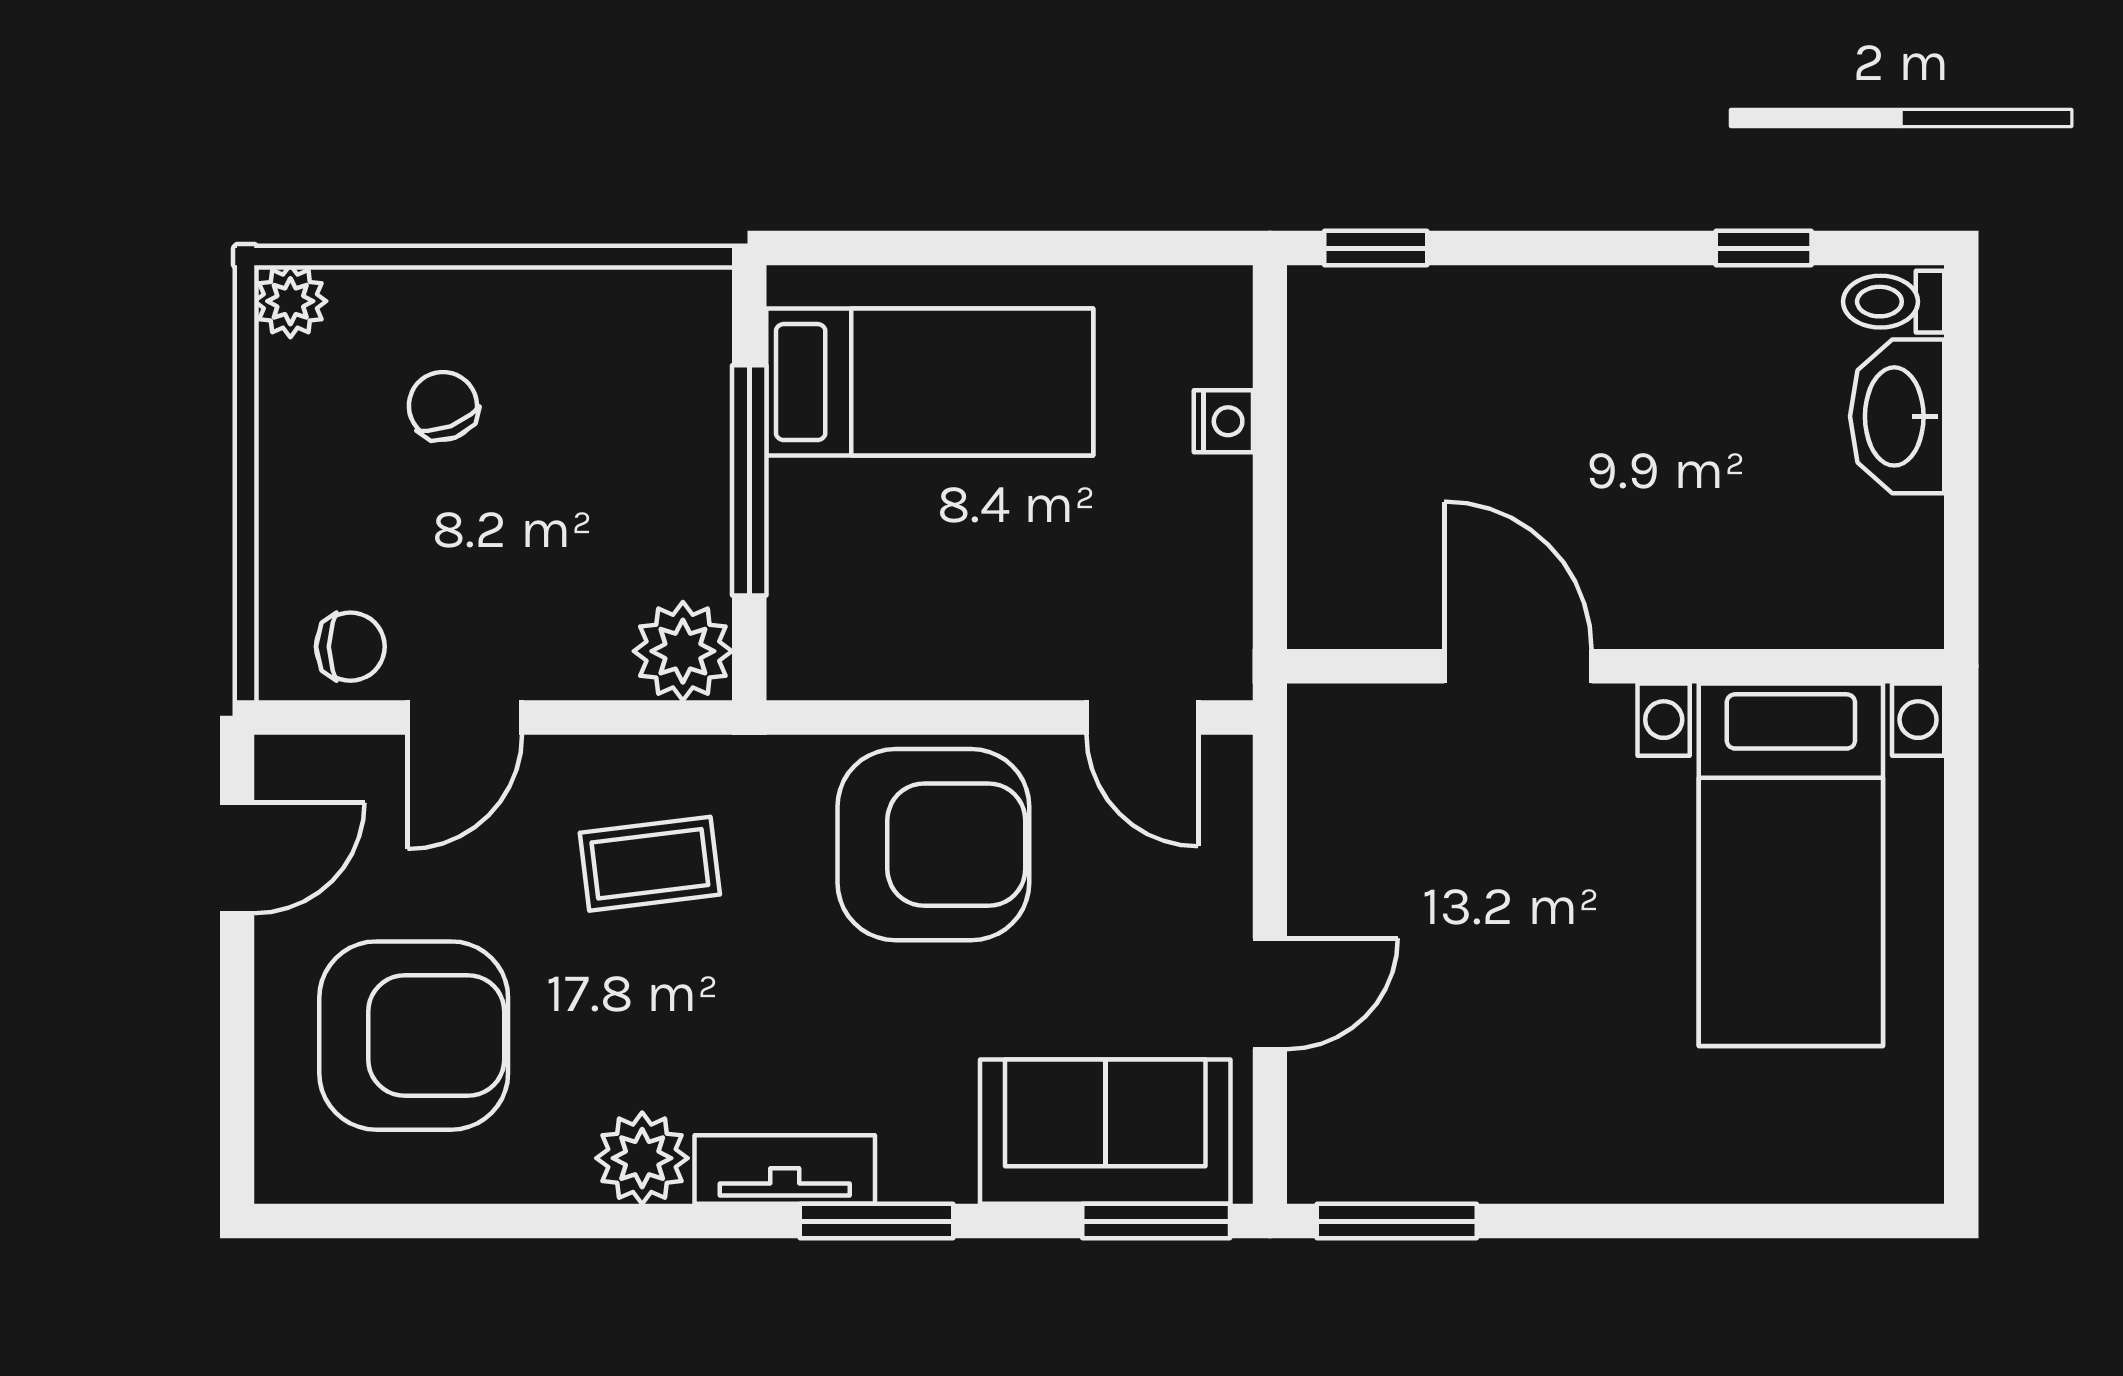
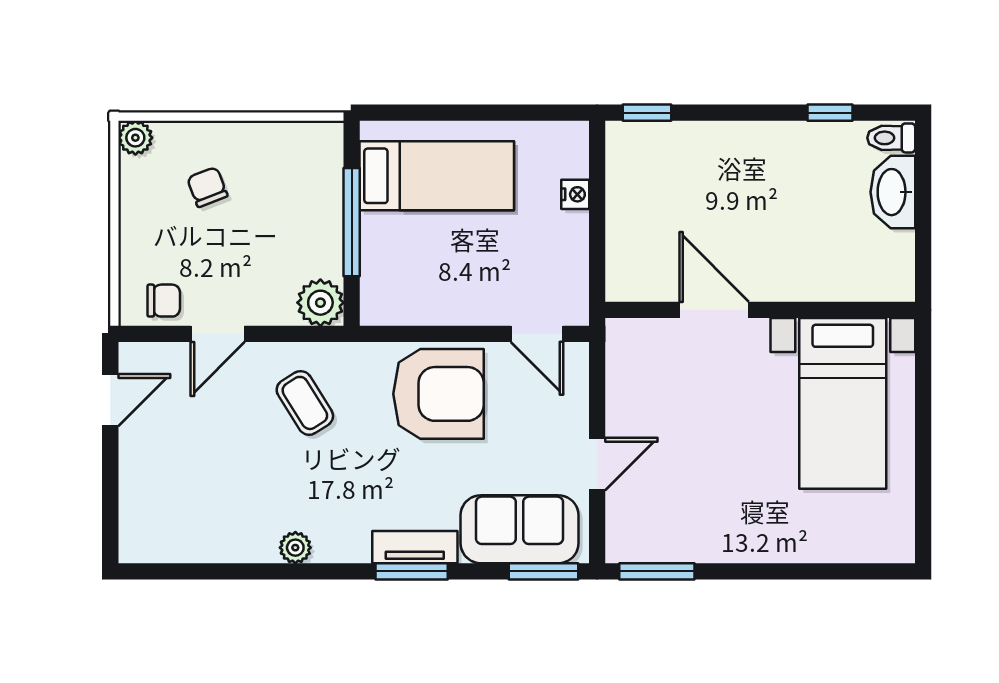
coffee table: (650, 864) -> (305, 403), turned 65
armchair: (414, 1036) -> (194, 484), removed
plant: (642, 1158) -> (295, 548), width x0.73, depth x0.73
tv unit: (785, 1170) -> (415, 547), moved

